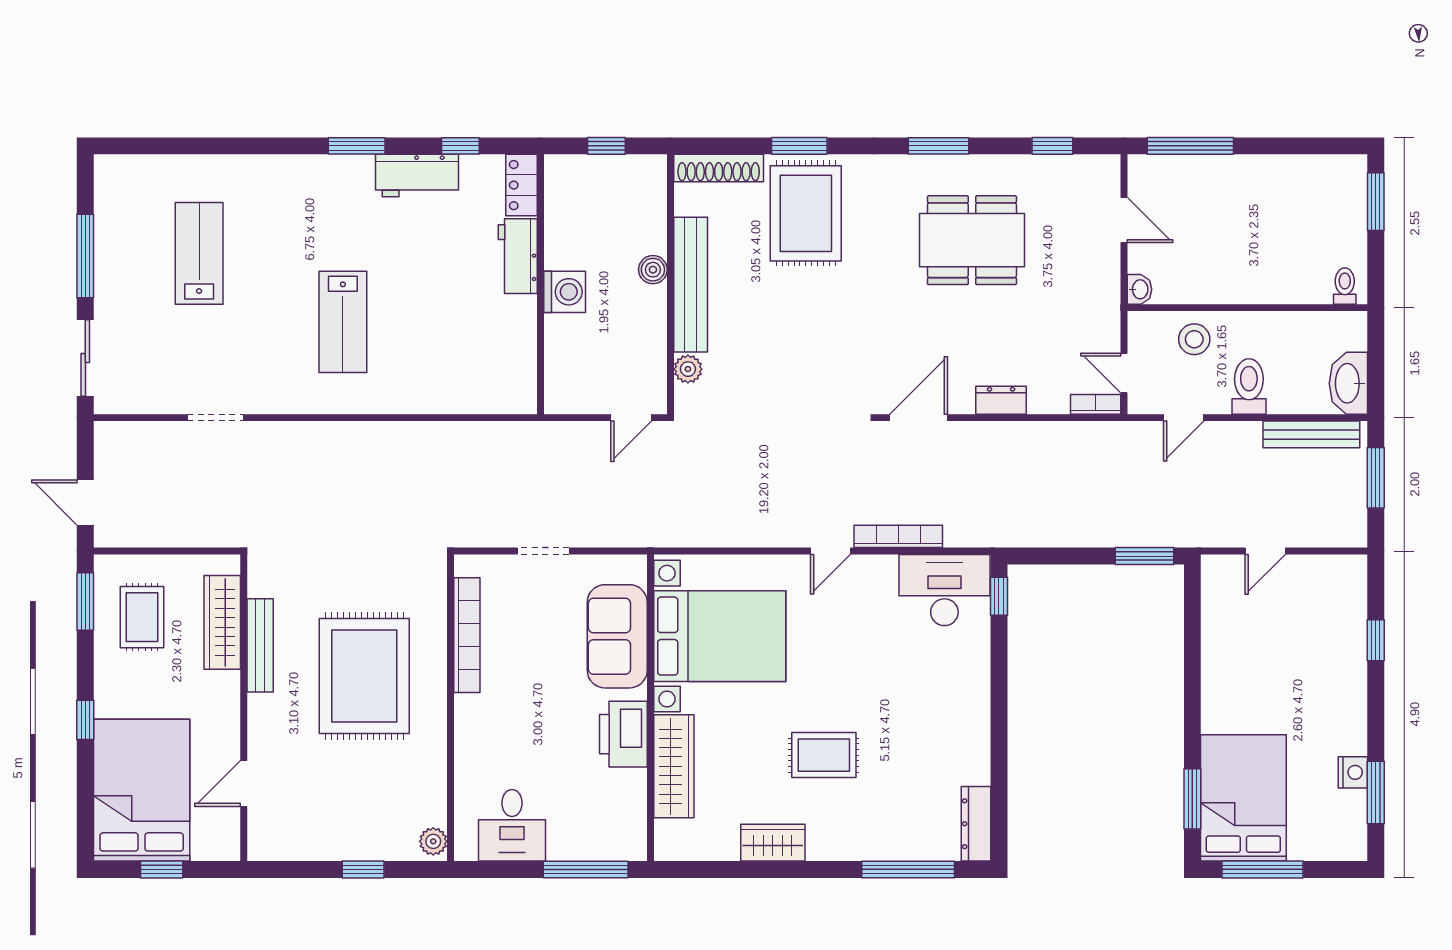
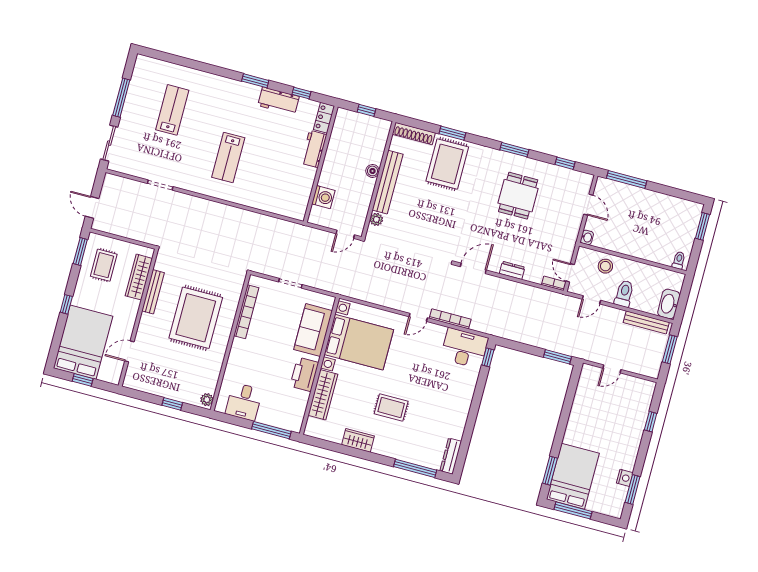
dining table: (972, 240) -> (518, 196), width x0.73
washing machine: (565, 292) -> (323, 197), moved

